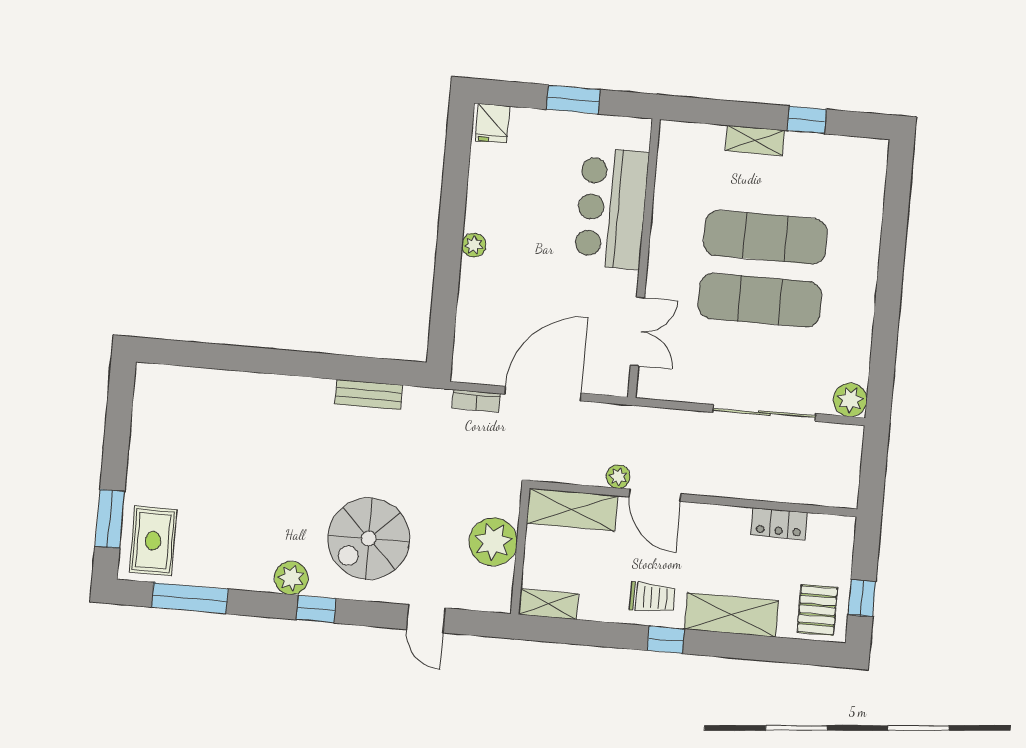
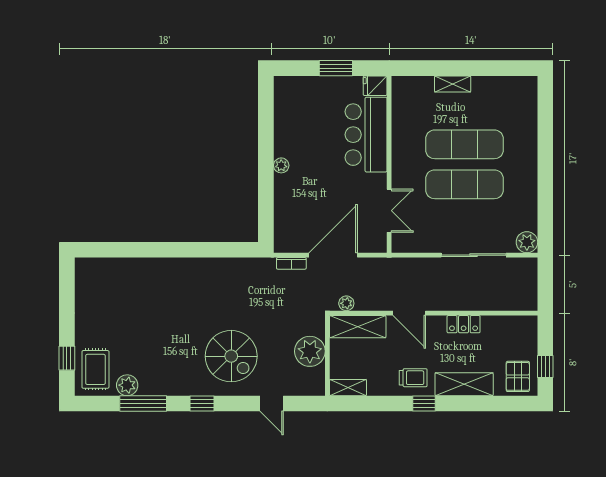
window: (807, 120) -> (484, 68), removed
fridge: (493, 123) -> (375, 86), moved, turned 90
bench: (369, 395) -> (223, 265), removed
plant: (618, 477) -> (346, 303), moved
window: (110, 519) -> (67, 358), width x0.67
locker: (779, 524) -> (464, 324), moved
spiral stairs: (369, 539) -> (231, 356), turned -90
plant: (291, 578) -> (127, 385), moved
window: (190, 598) -> (143, 404), moved

